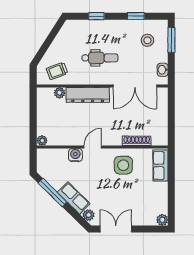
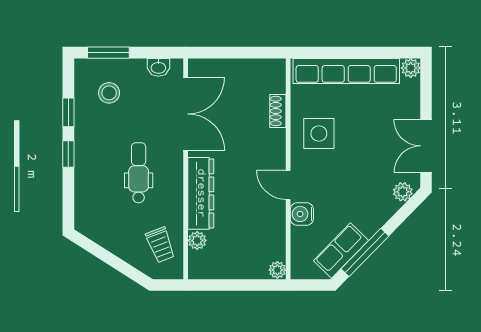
window: (96, 16) -> (68, 154), moved
shoe rack: (137, 141) -> (278, 111), width x0.70
row of seats: (160, 165) -> (346, 71), width x2.02
row of seats: (74, 198) -> (341, 251), moved

